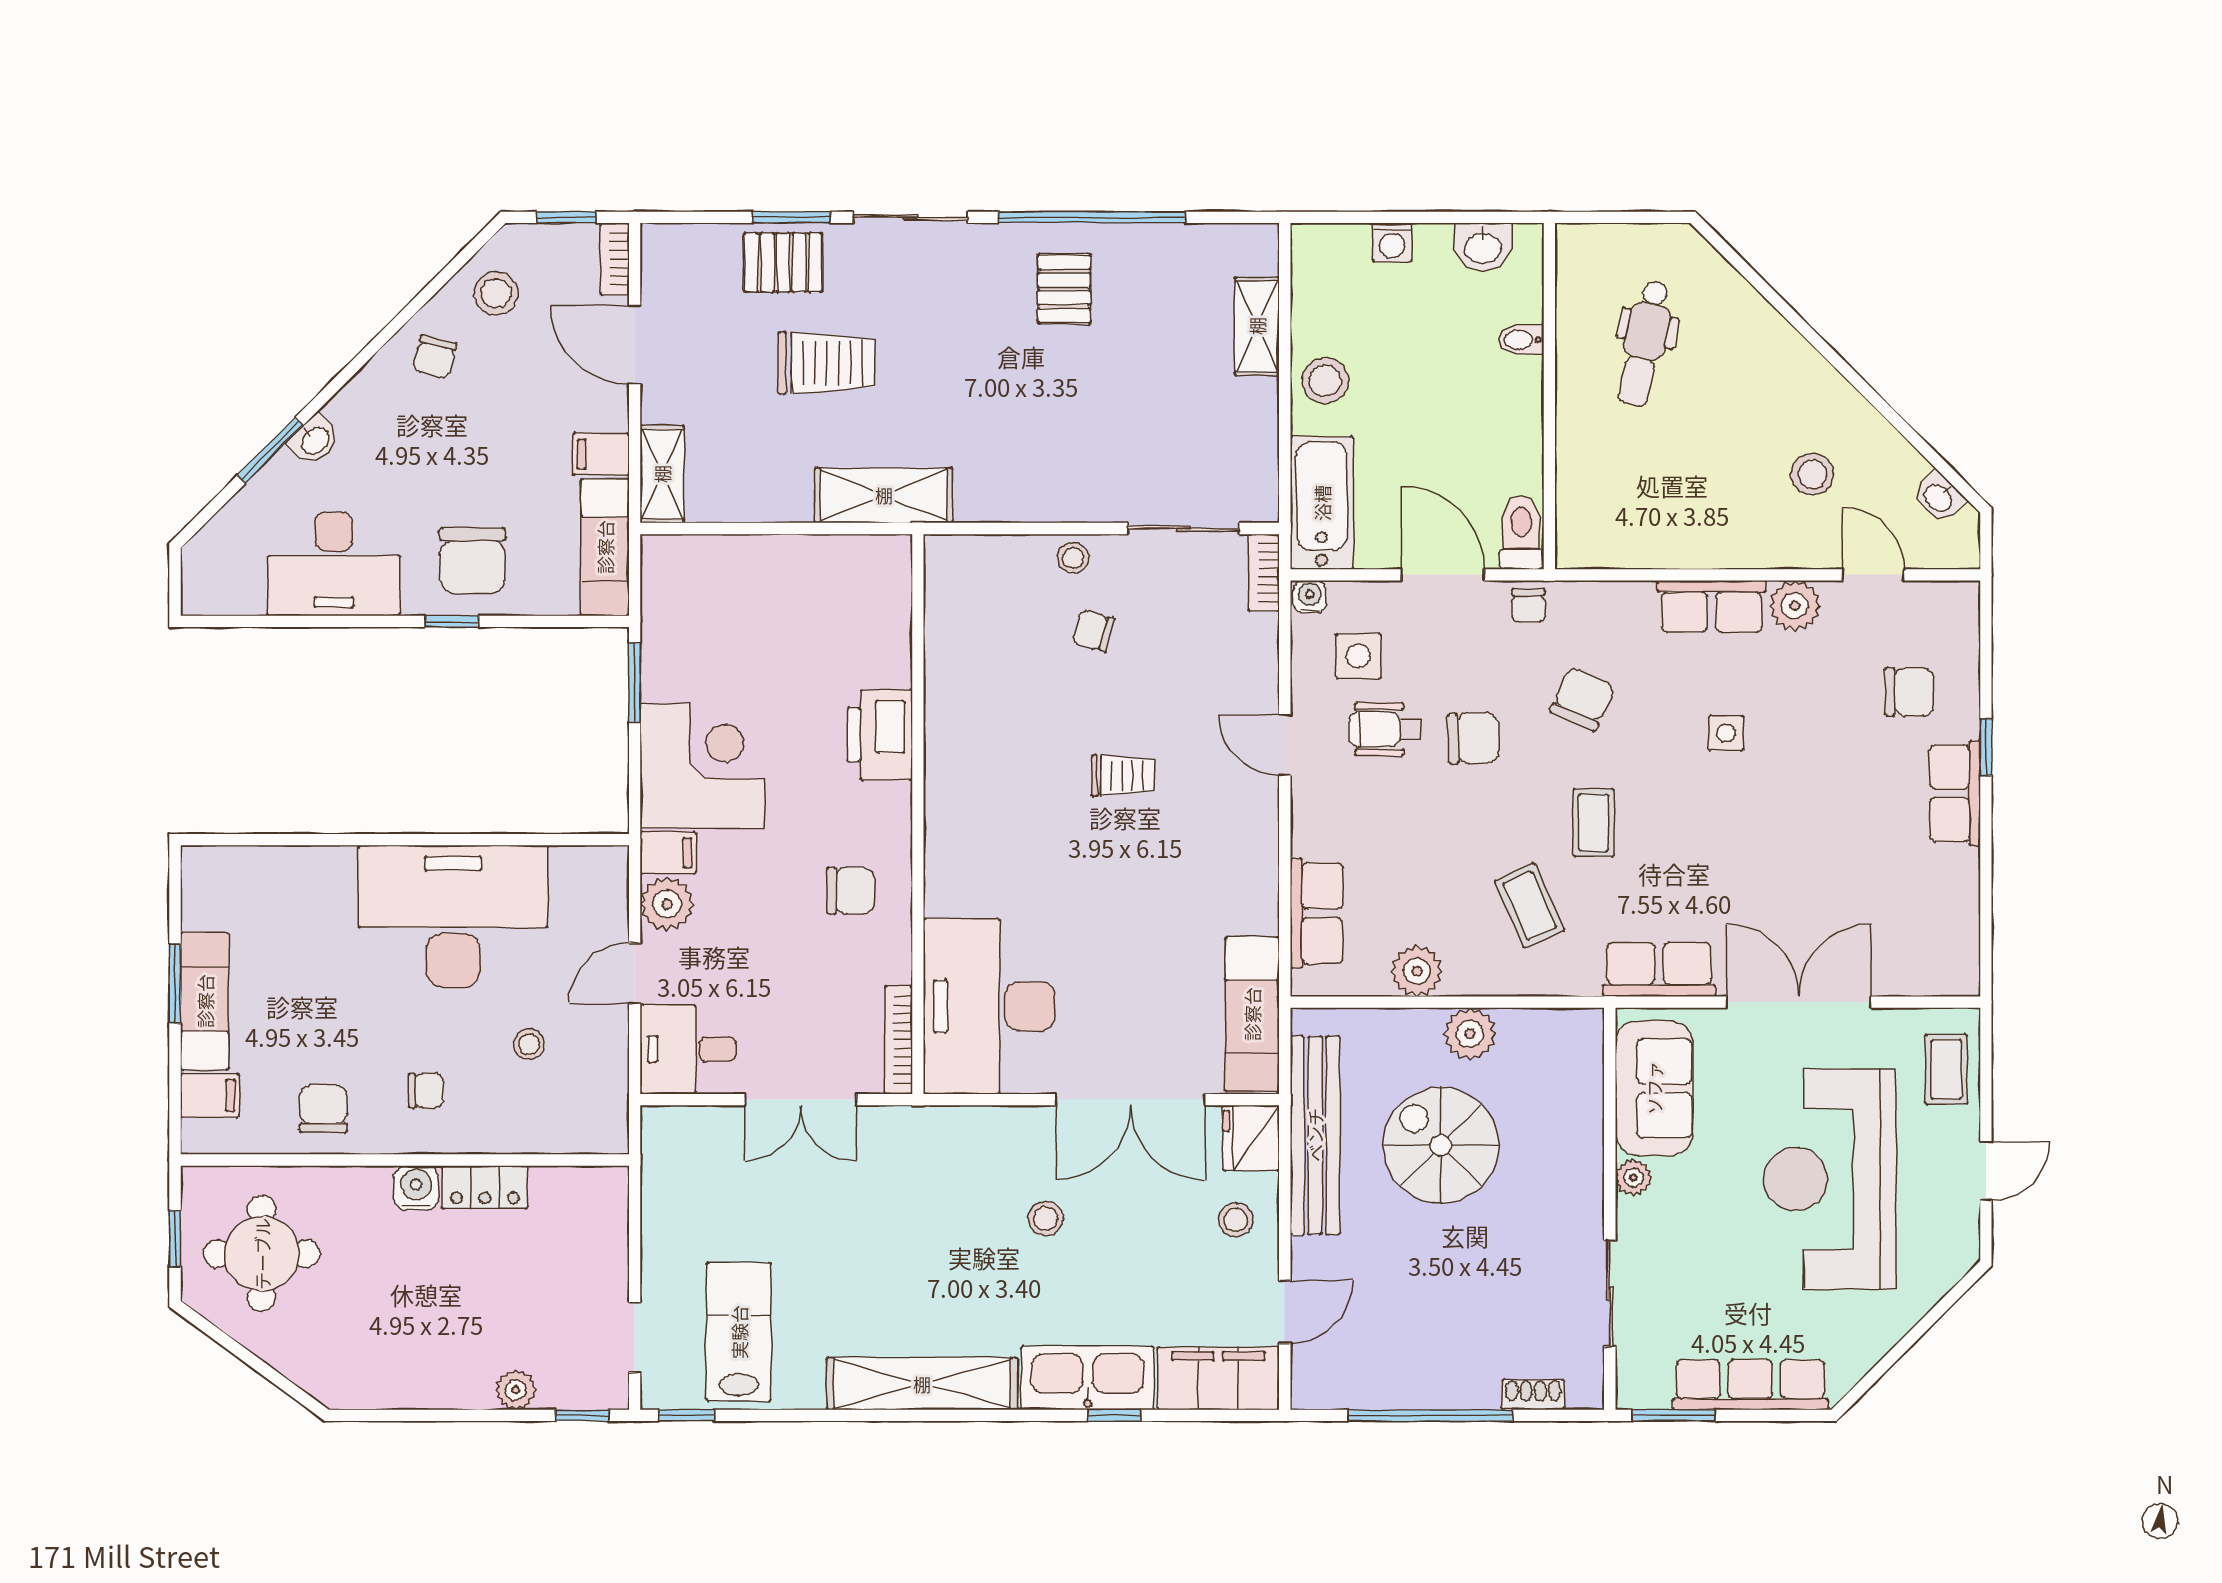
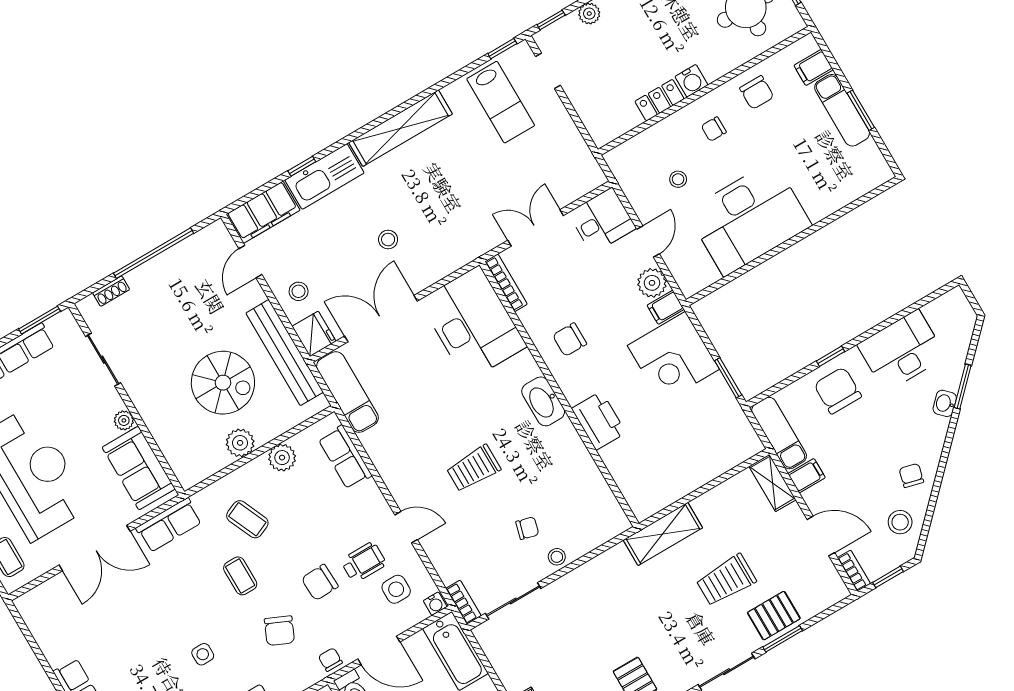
trolley: (1123, 776) -> (474, 468), width x1.36, depth x1.39
washbasin: (950, 817) -> (543, 401), added

